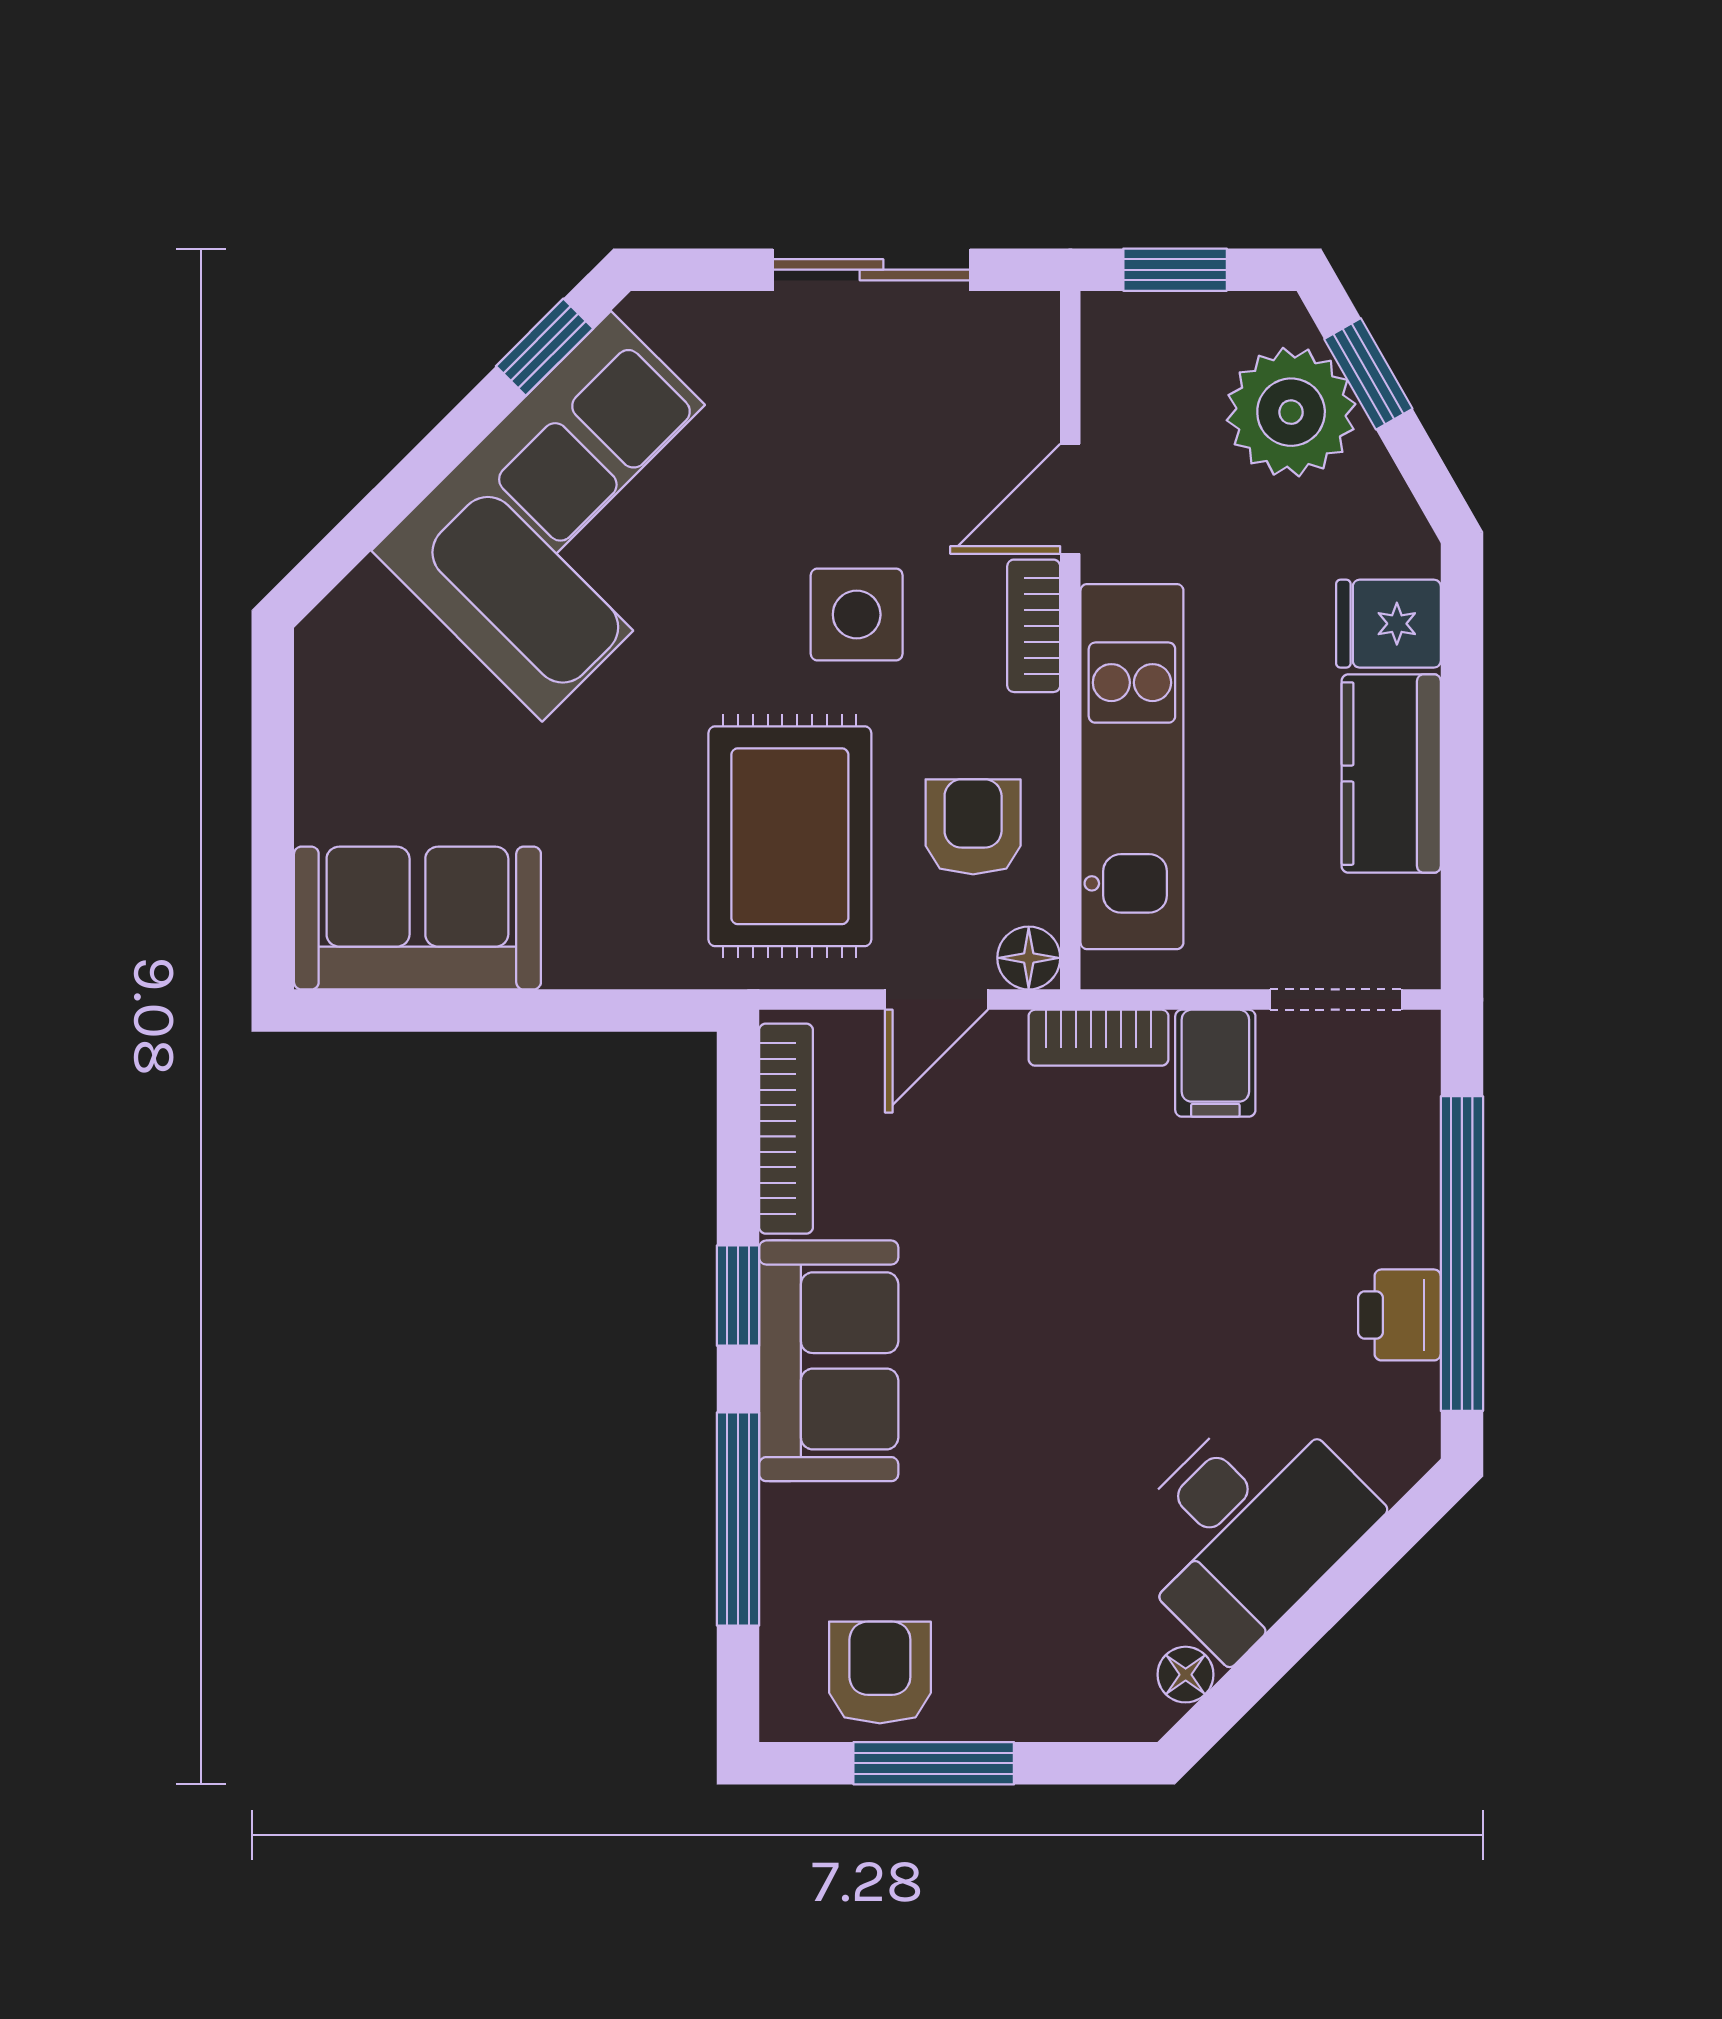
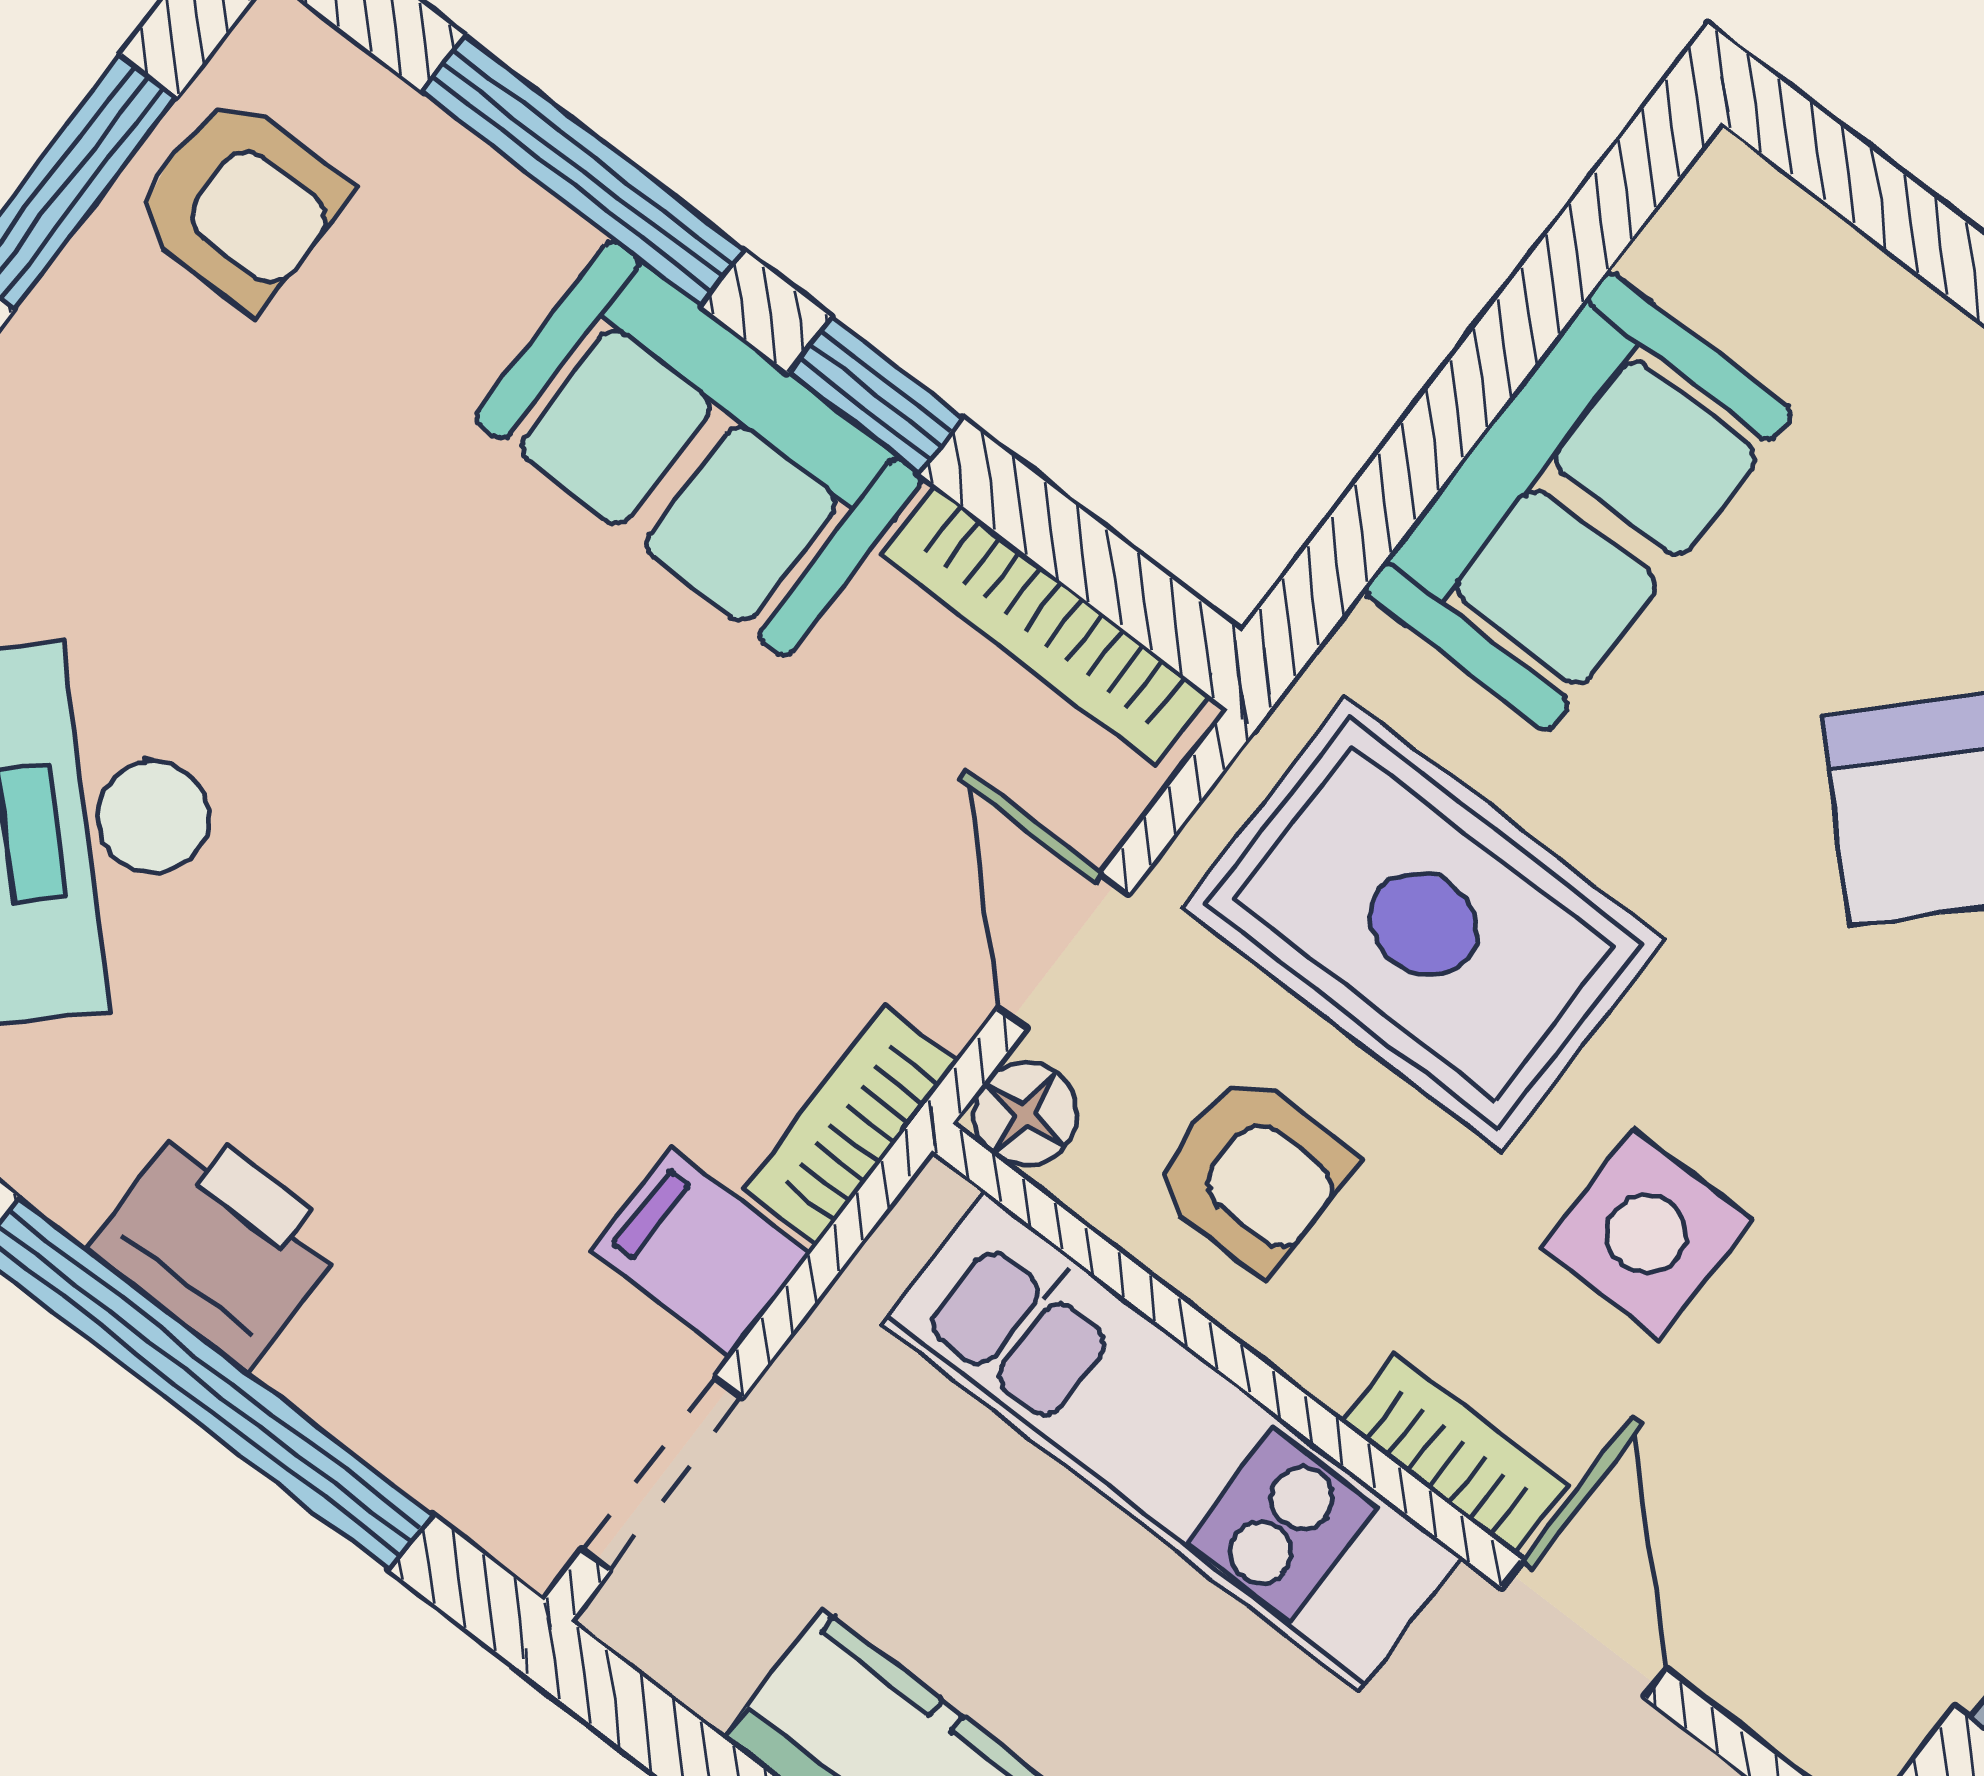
sofa: (417, 918) -> (1578, 502), moved
printer: (1399, 1315) -> (218, 1244), width x1.36, depth x1.24

